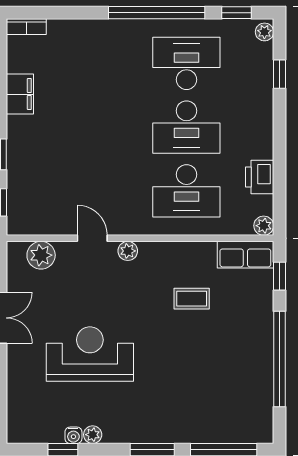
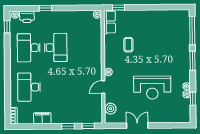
window: (157, 13) -> (7, 61), removed
window: (279, 74) -> (45, 8), moved
printer: (260, 177) -> (27, 17), moved
desk: (186, 191) -> (29, 87), moved, turned 180
reception desk: (90, 354) -> (152, 88), turned -90
window: (279, 359) -> (154, 7), removed

